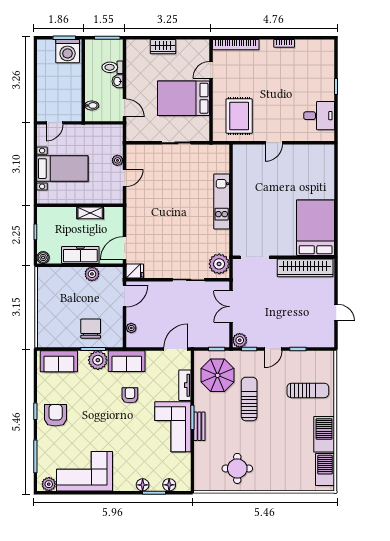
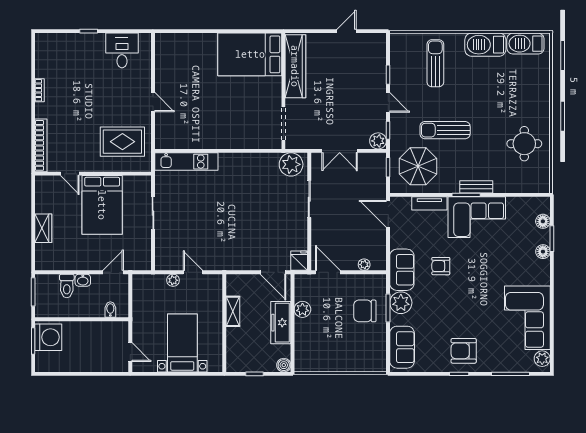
kitchen unit: (222, 201) -> (186, 162), moved

